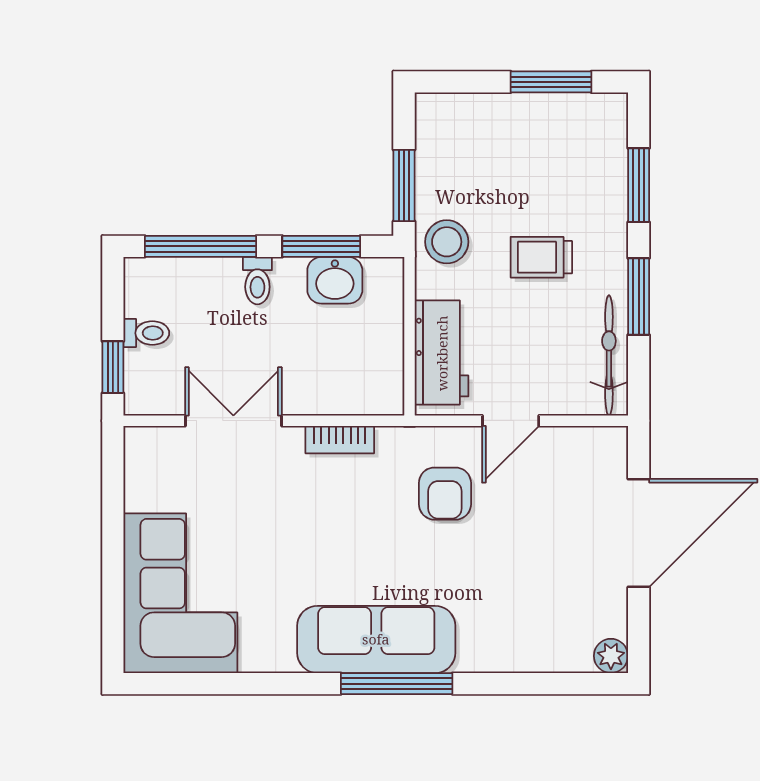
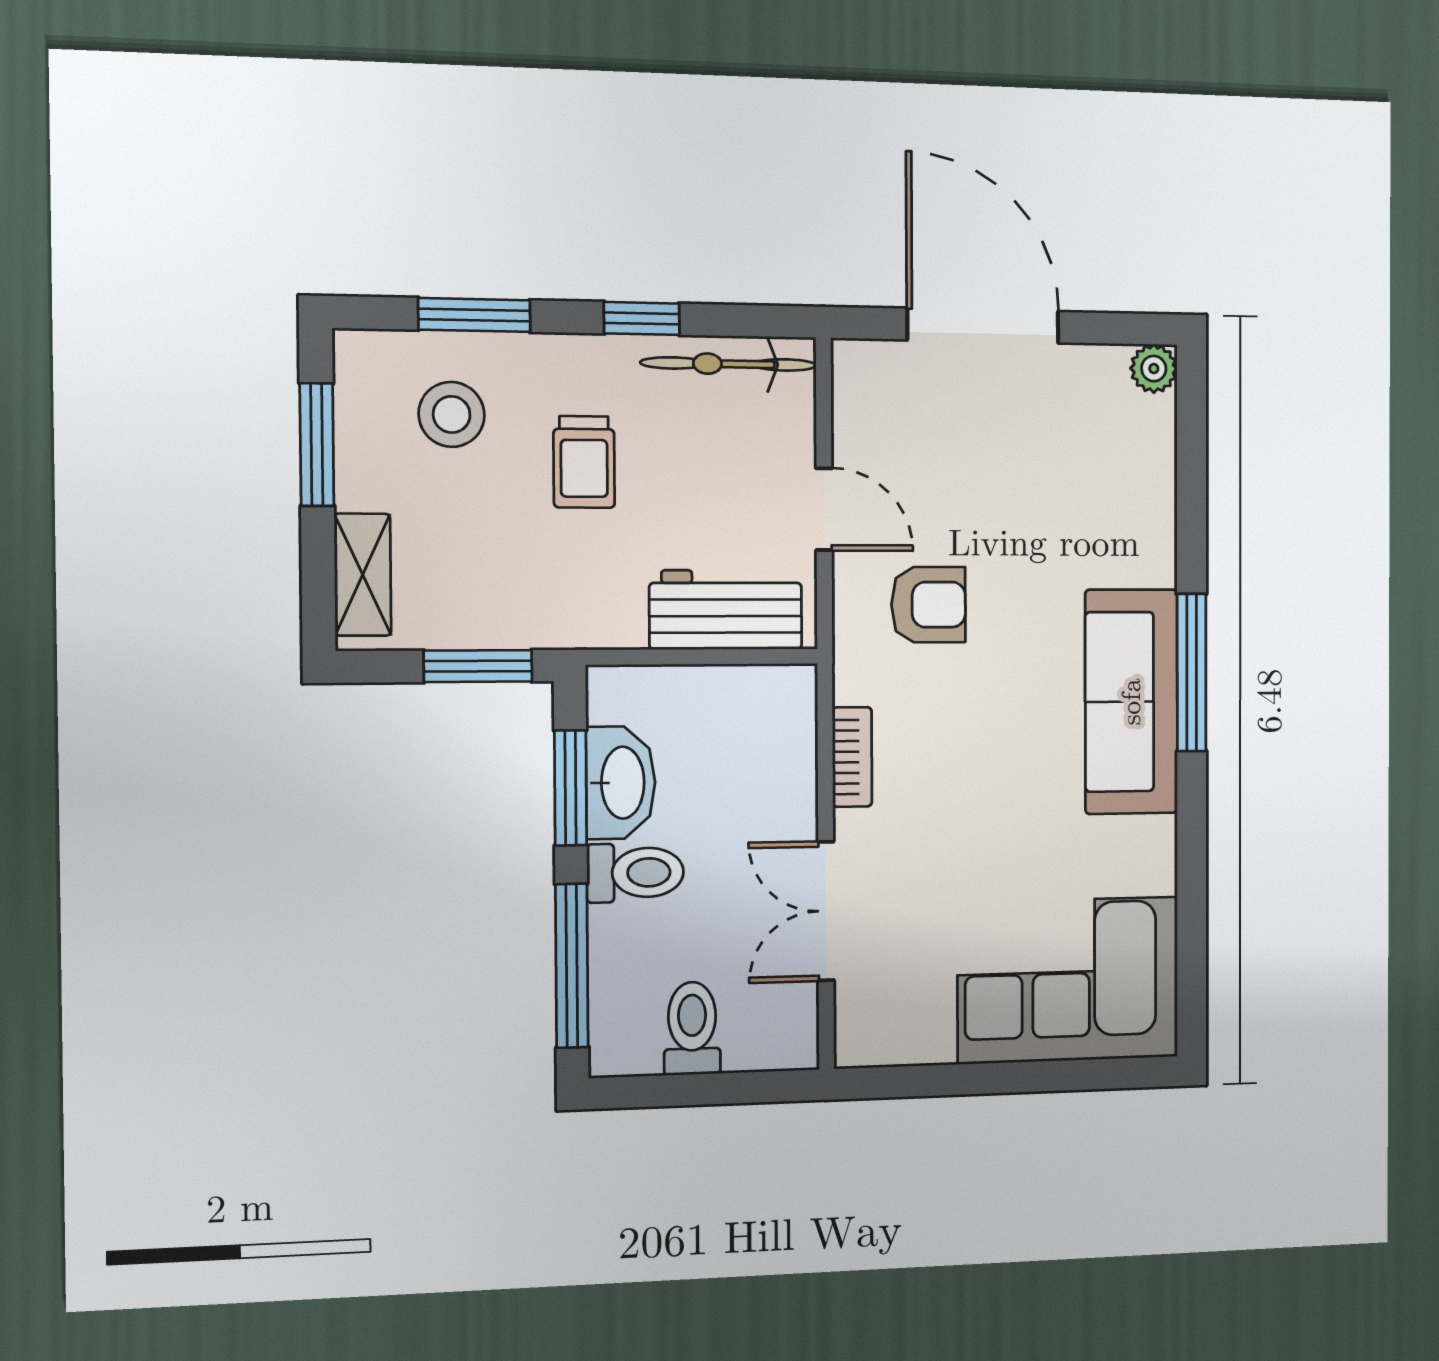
shelving: (465, 111) -> (363, 575), added
stool: (447, 242) -> (452, 414), moved
washbasin: (335, 280) -> (621, 783), width x1.38
toilet: (257, 281) -> (635, 873), width x1.37, depth x1.39
window: (639, 297) -> (642, 318), width x0.67
toilet: (146, 333) -> (692, 1028), width x1.37, depth x1.39
window: (113, 367) -> (750, 1088), removed

